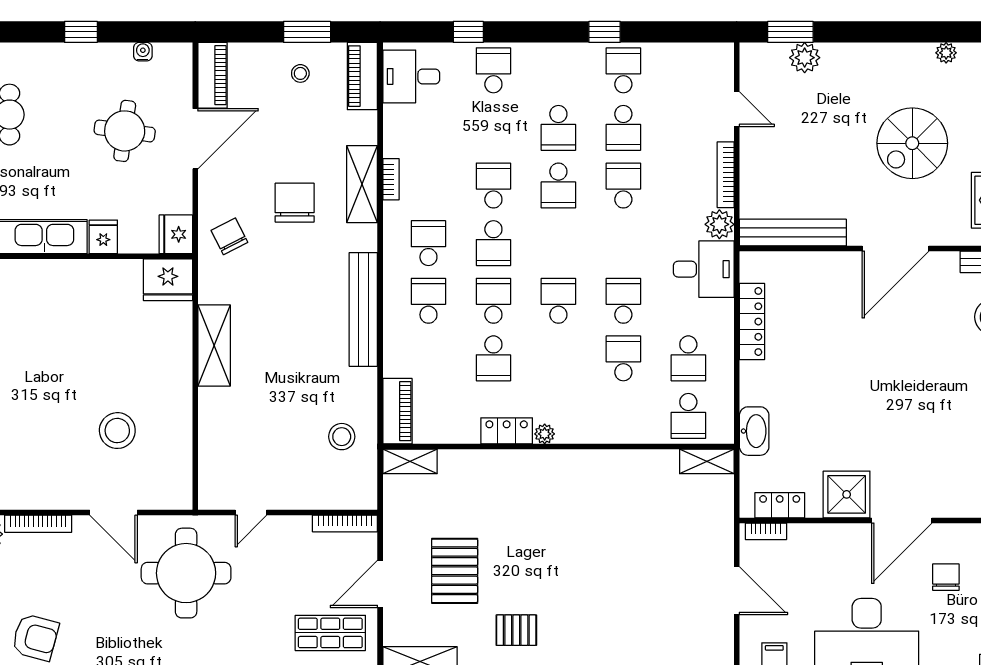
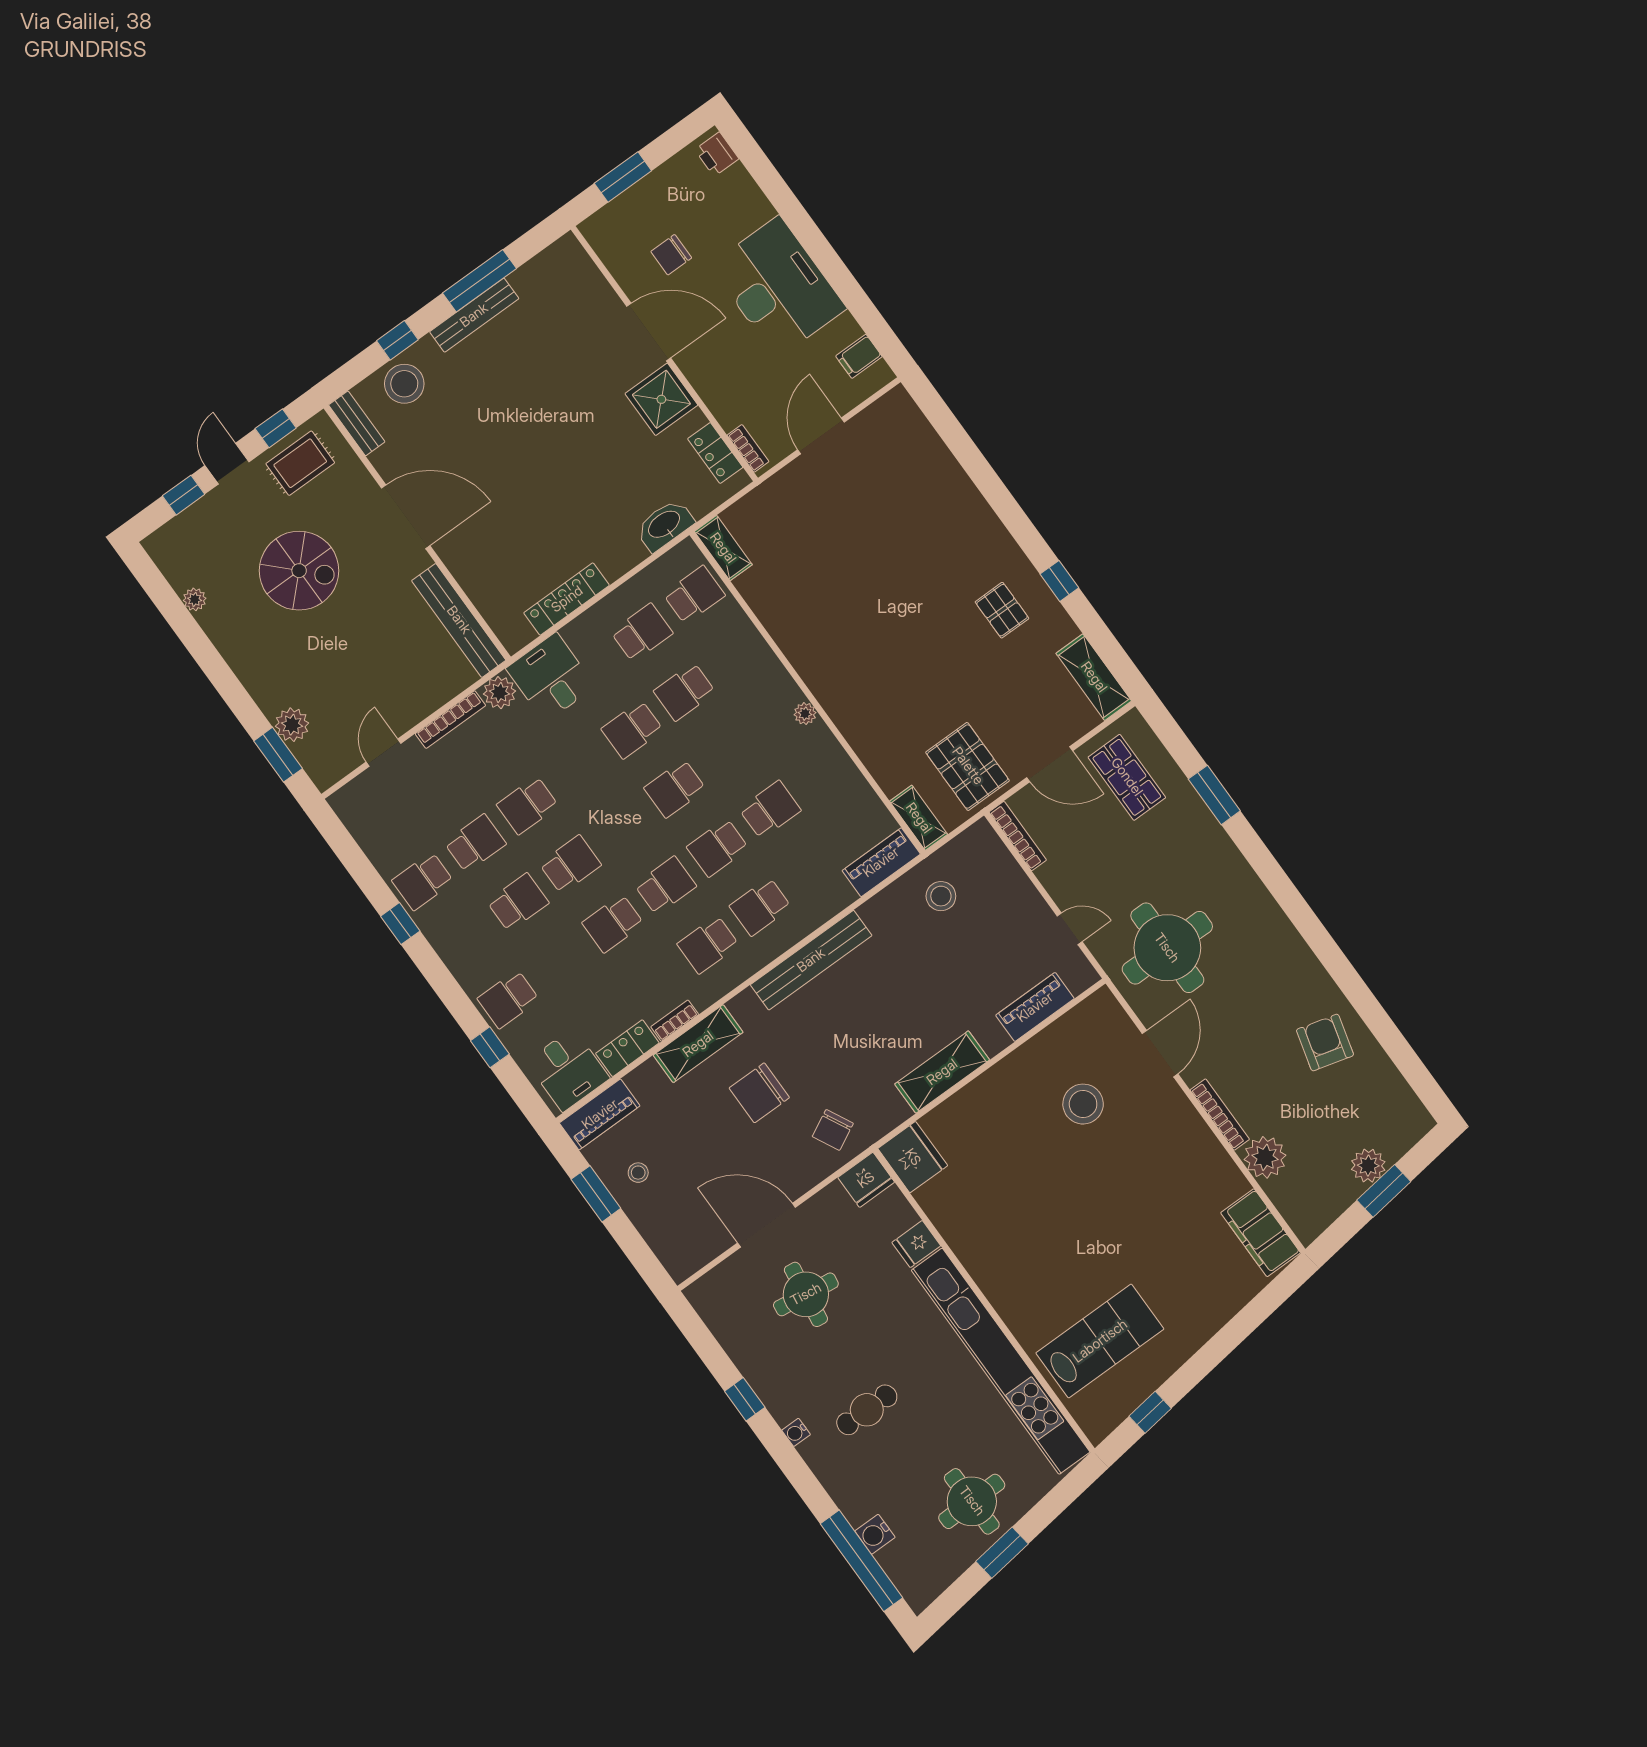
water cooler: (143, 52) -> (796, 1432), moved
piano: (213, 75) -> (1035, 1007), moved
locker: (507, 431) -> (627, 1048), moved, turned 90
pallet: (455, 571) -> (968, 766), moved, turned 90

